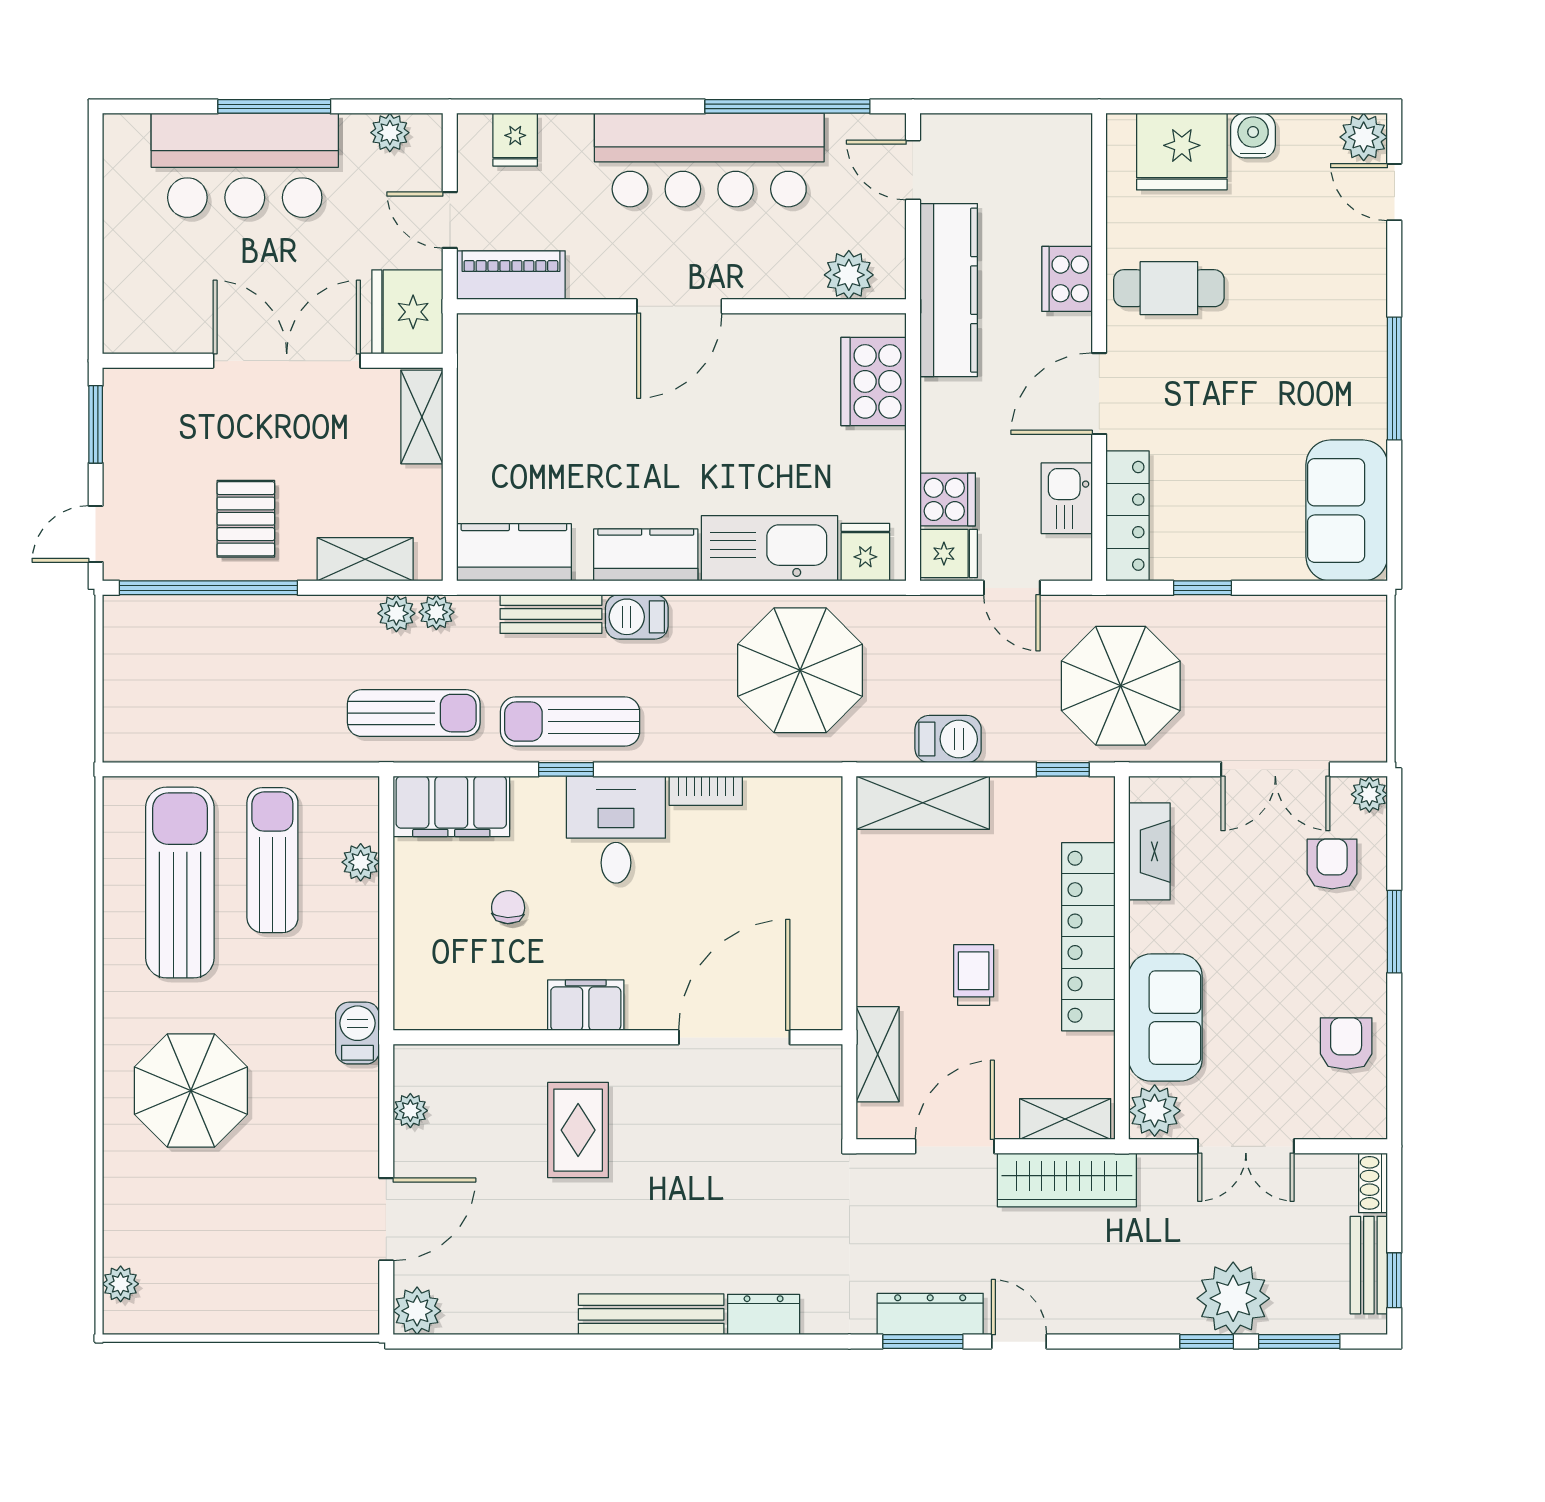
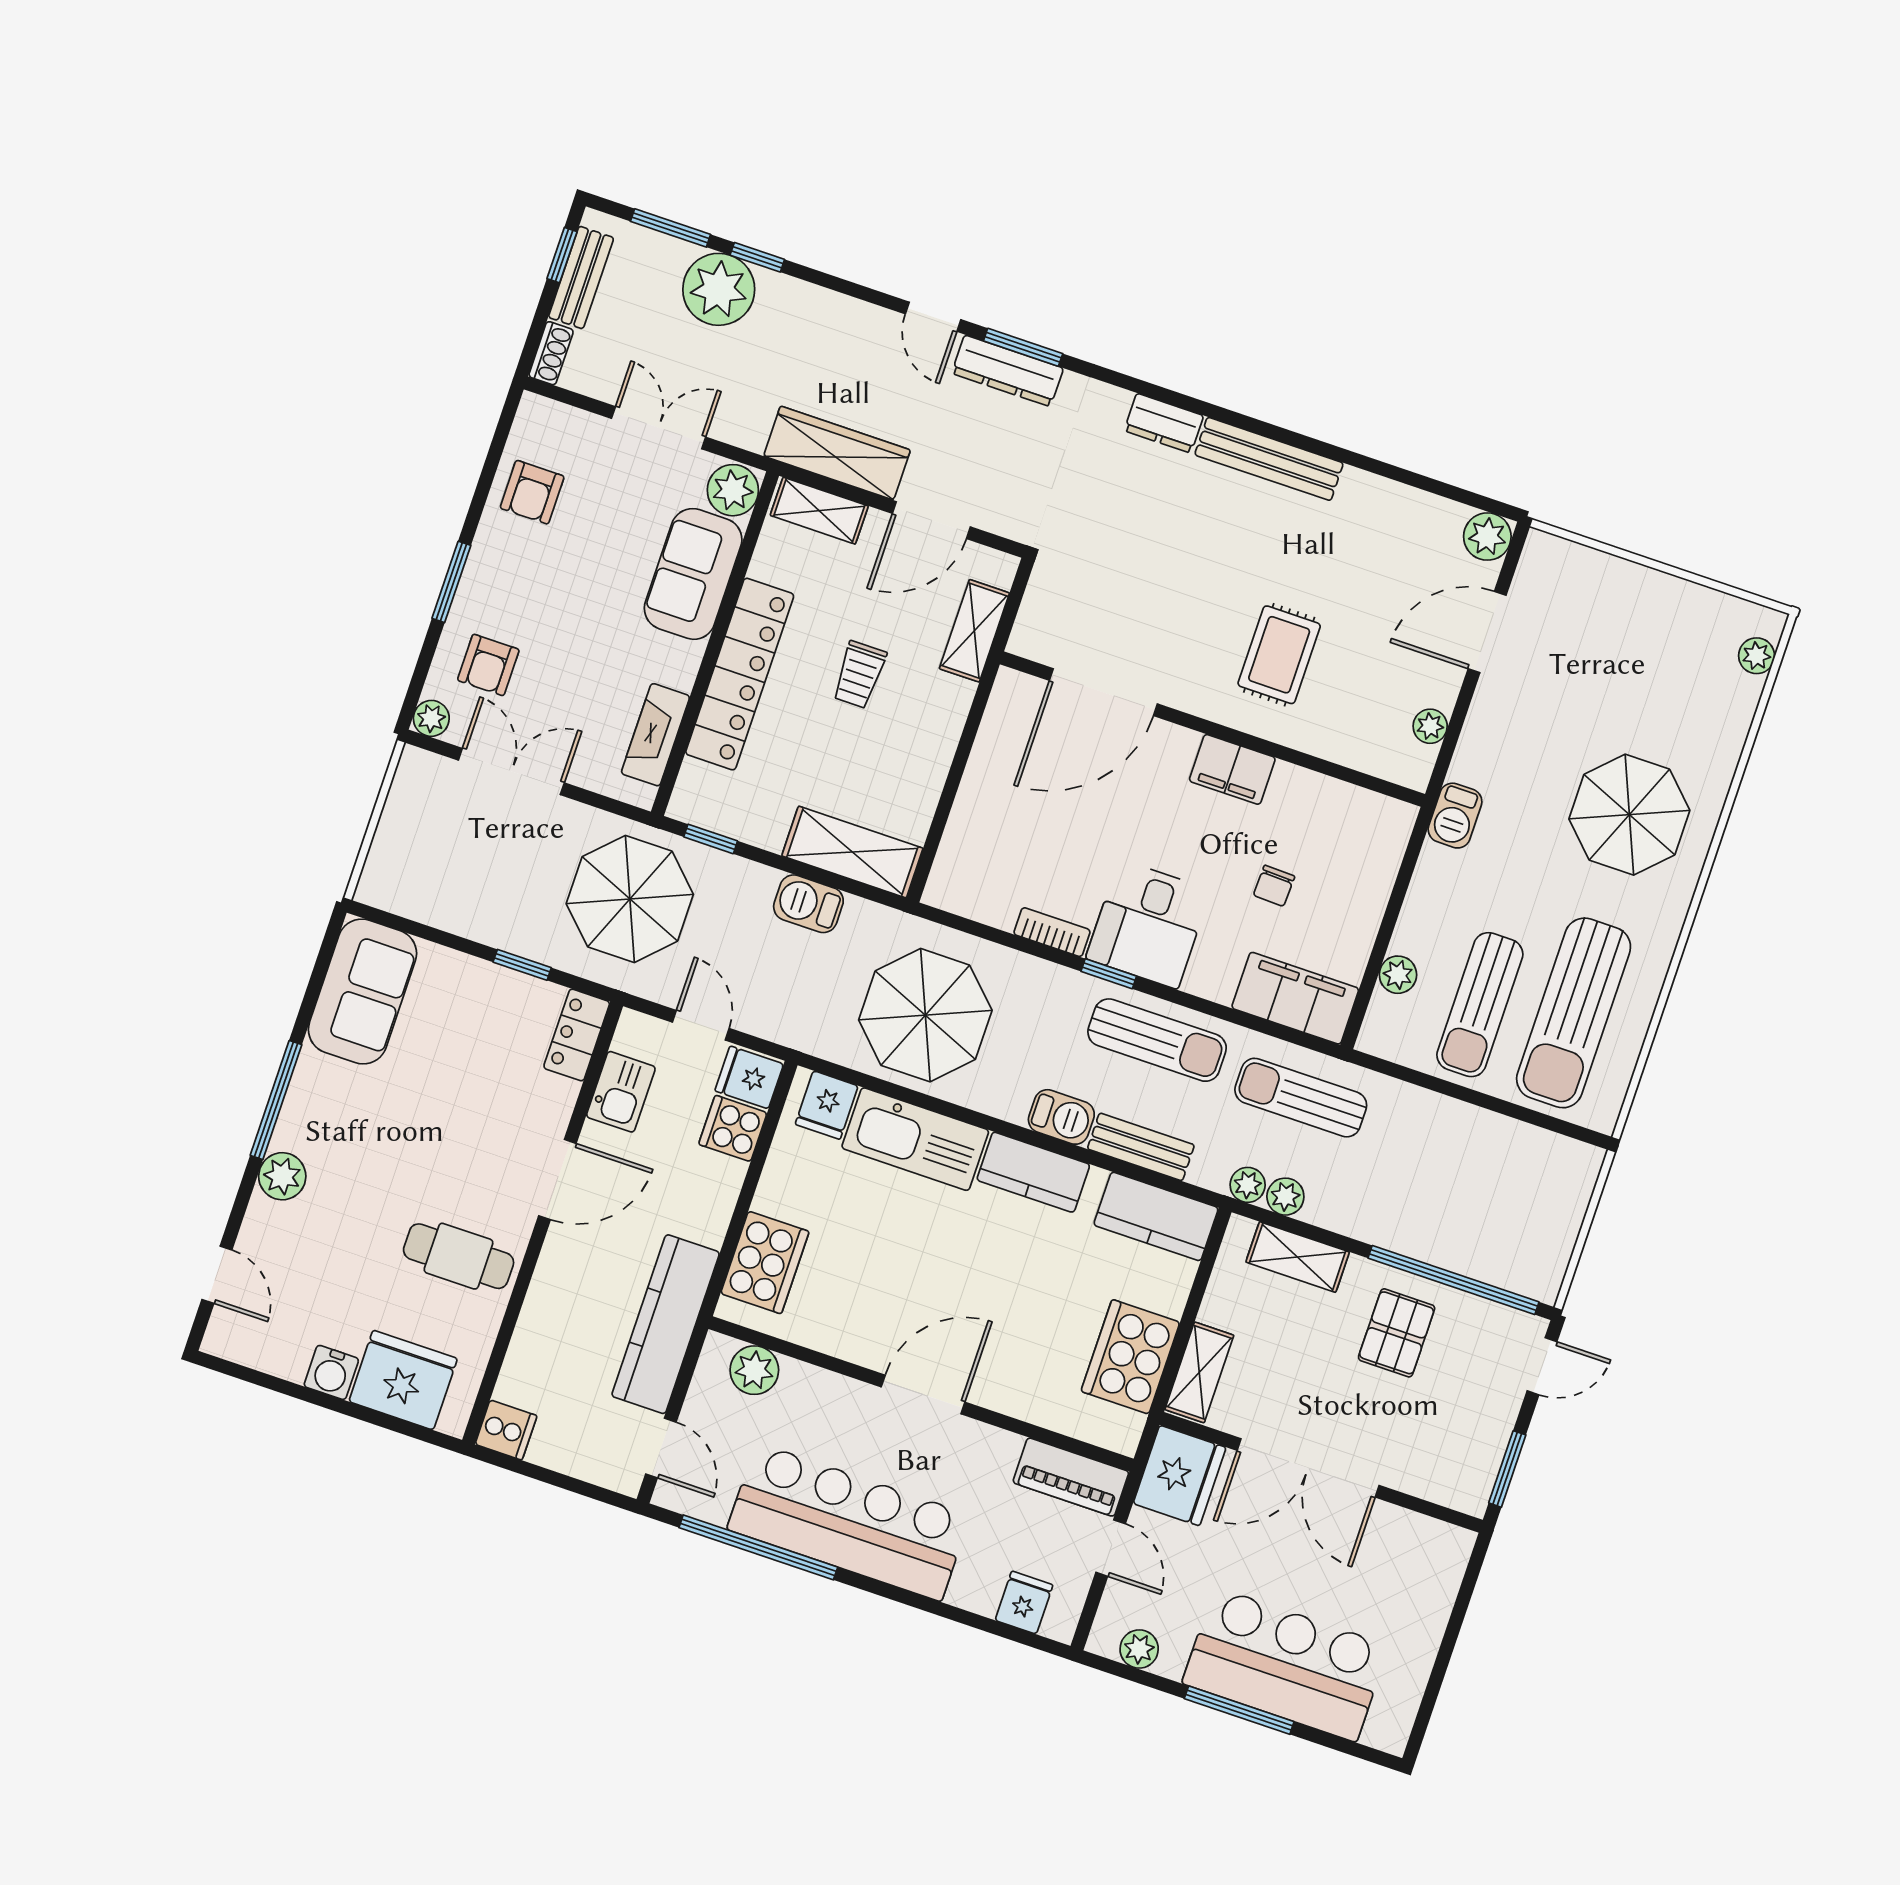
plant: (1364, 137) -> (282, 1176), moved
cooker: (1067, 279) -> (506, 1430), moved, width x0.73
cooker: (493, 410) -> (1130, 1357), added
locker: (1127, 516) -> (577, 1035), width x0.66
window: (566, 769) -> (1109, 974), moved

